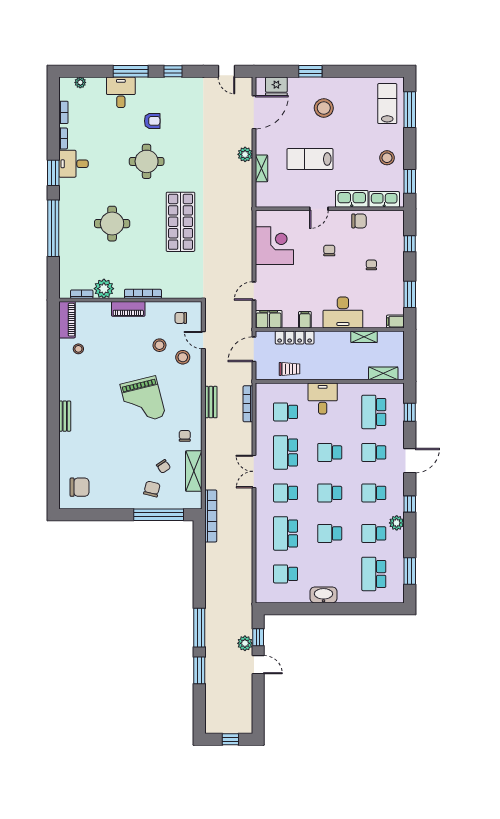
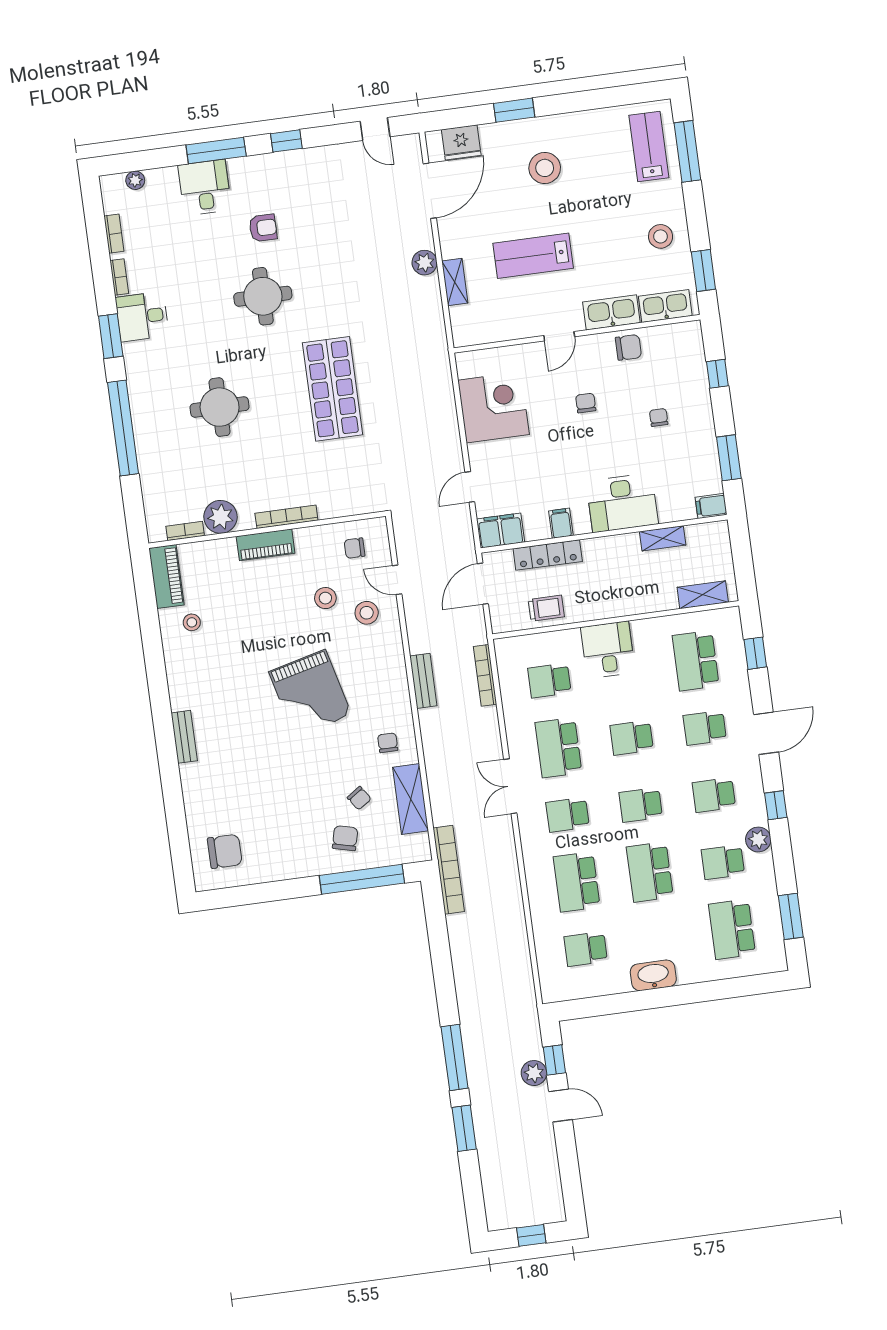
school desk: (330, 533) -> (650, 872), width x1.85

